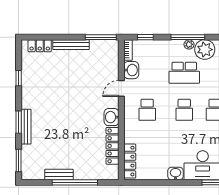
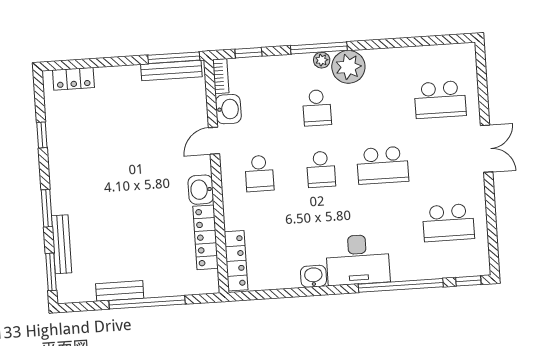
bench: (71, 45) -> (171, 70), moved
school desk: (184, 73) -> (317, 108), width x0.54
bench: (26, 127) -> (62, 244), moved

